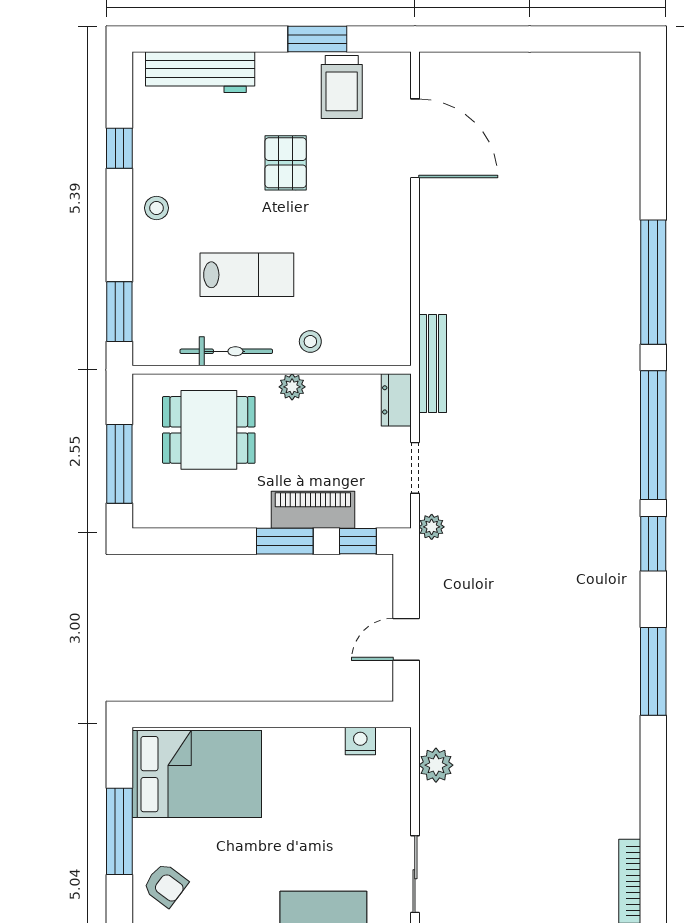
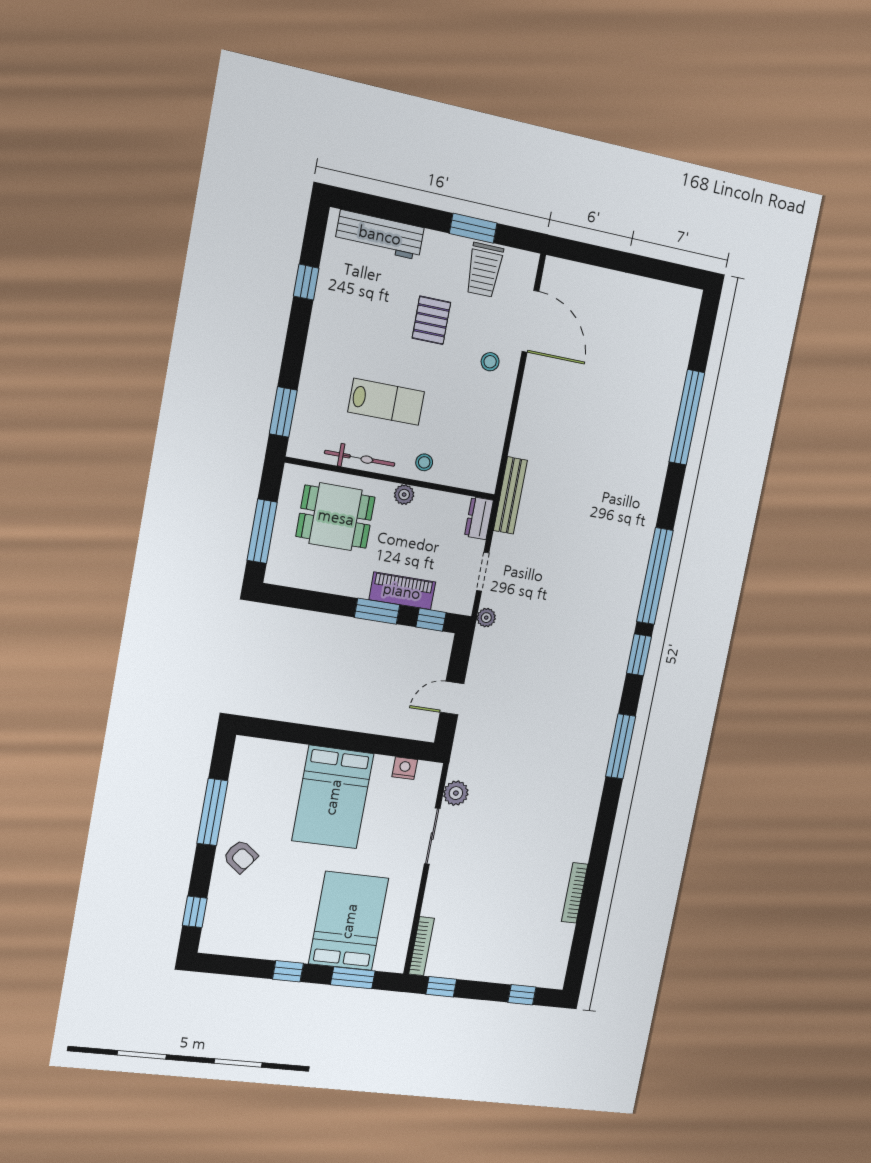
stool: (156, 208) -> (490, 362), moved
window: (653, 282) -> (687, 417), moved
bed: (197, 774) -> (333, 797), moved, turned 90
sliding door: (415, 874) -> (432, 836), moved

